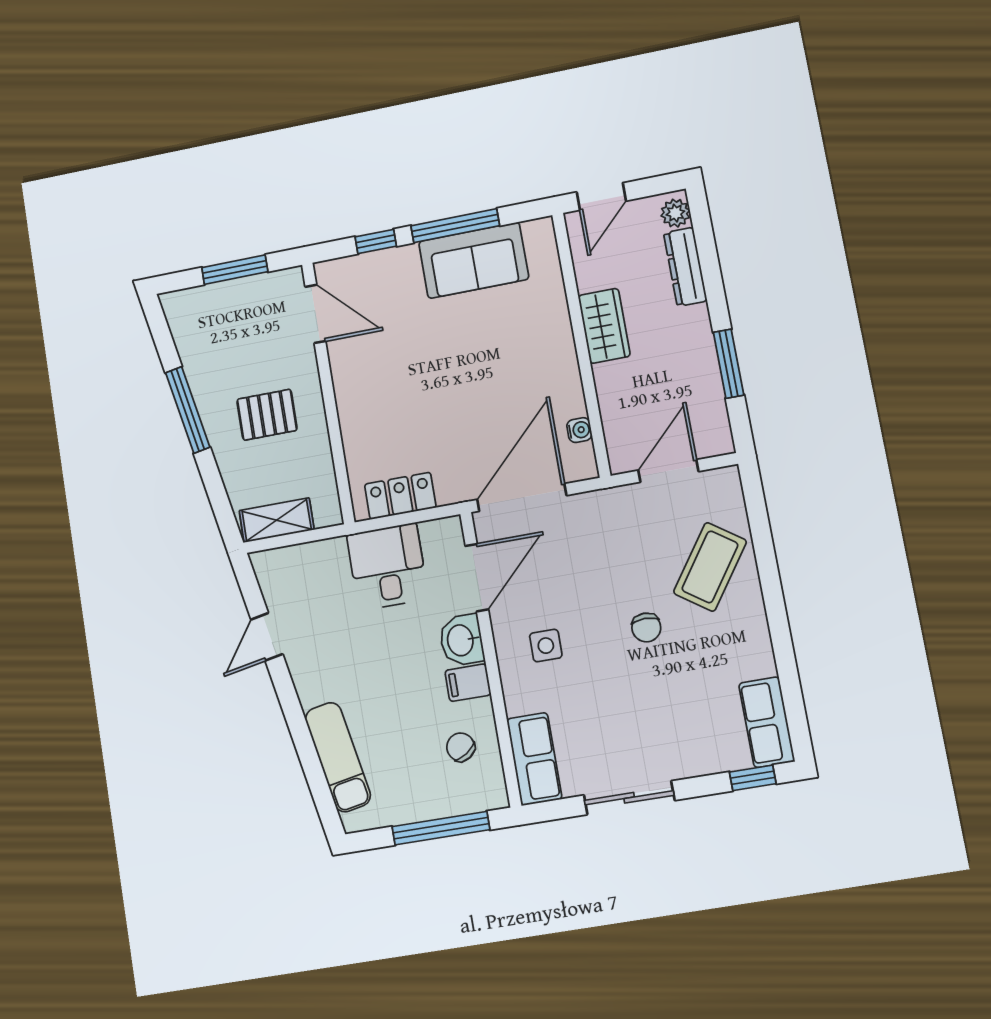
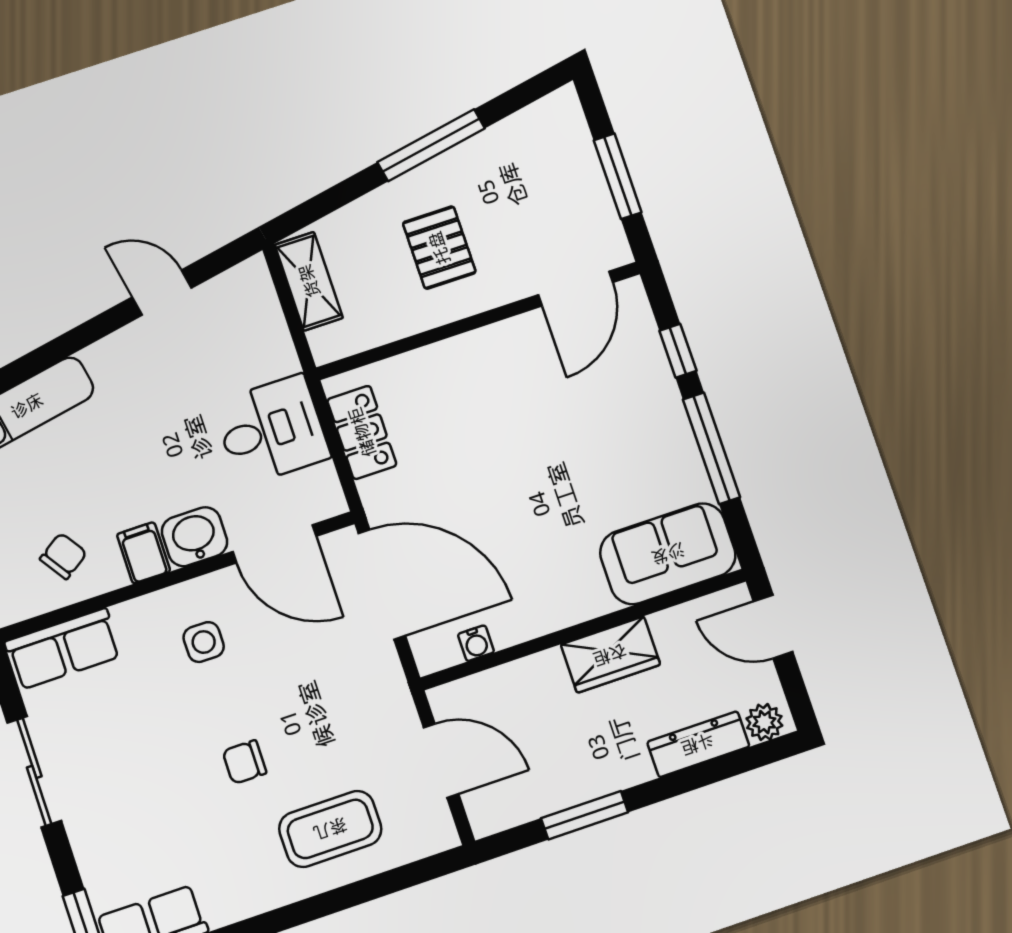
sofa: (474, 260) -> (668, 554), moved, turned 90
coffee table: (710, 567) -> (330, 829), turned -35

